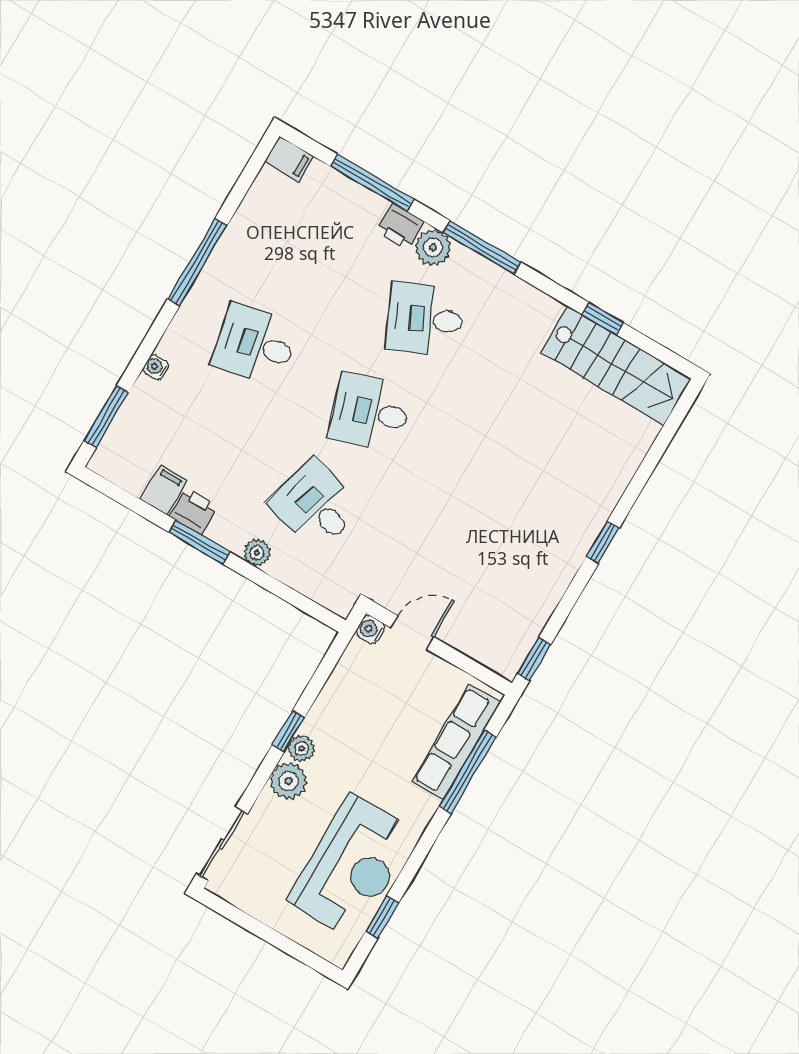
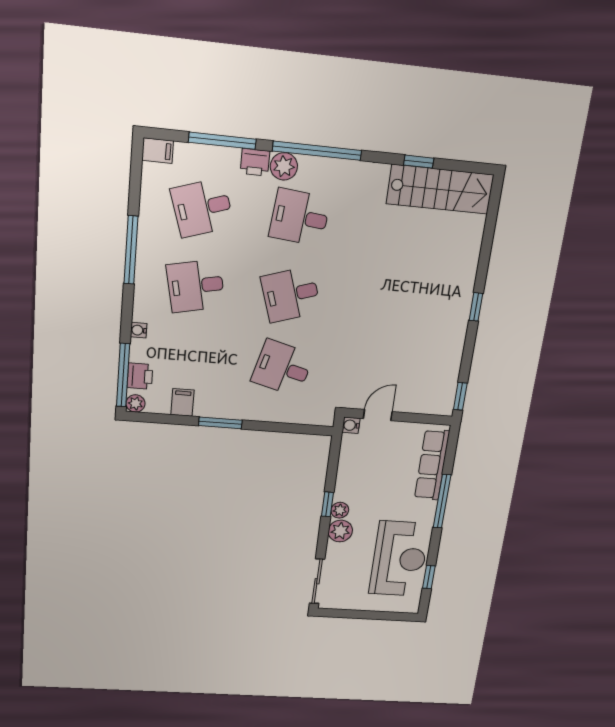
window: (482, 247) -> (317, 151), width x1.46
desk: (310, 251) -> (202, 208), added
desk: (425, 319) -> (300, 217), turned 30
window: (106, 417) -> (123, 375), width x1.44
printer: (194, 511) -> (140, 376), moved, turned 90
plant: (257, 553) -> (136, 403), moved
window: (468, 772) -> (442, 501), moved

